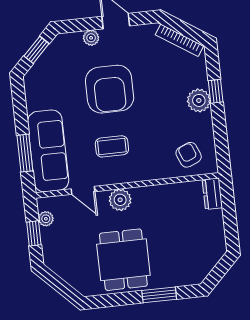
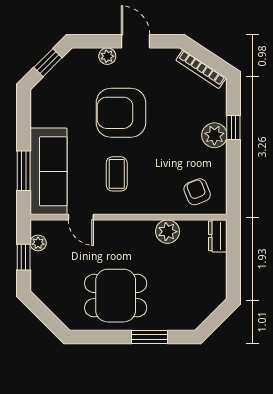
armchair: (110, 89) -> (121, 113), turned 90
coffee table: (112, 146) -> (117, 174), turned 90
plant: (120, 200) -> (168, 232), moved
dining table: (123, 260) -> (116, 296), turned 90

